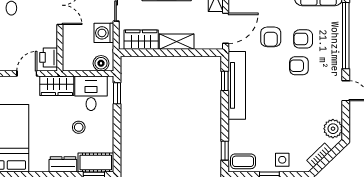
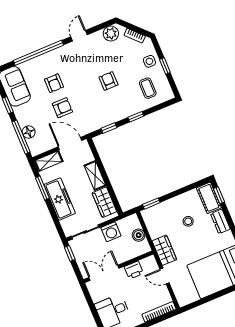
printer: (49, 57) -> (134, 270), moved
boiler: (101, 63) -> (139, 235), moved
armchair: (299, 66) -> (108, 81), moved, turned 180
tv unit: (237, 85) -> (109, 118), removed
desk: (91, 93) -> (159, 223), removed
window: (225, 151) -> (136, 117), moved
coffee table: (243, 161) -> (148, 88), moved

